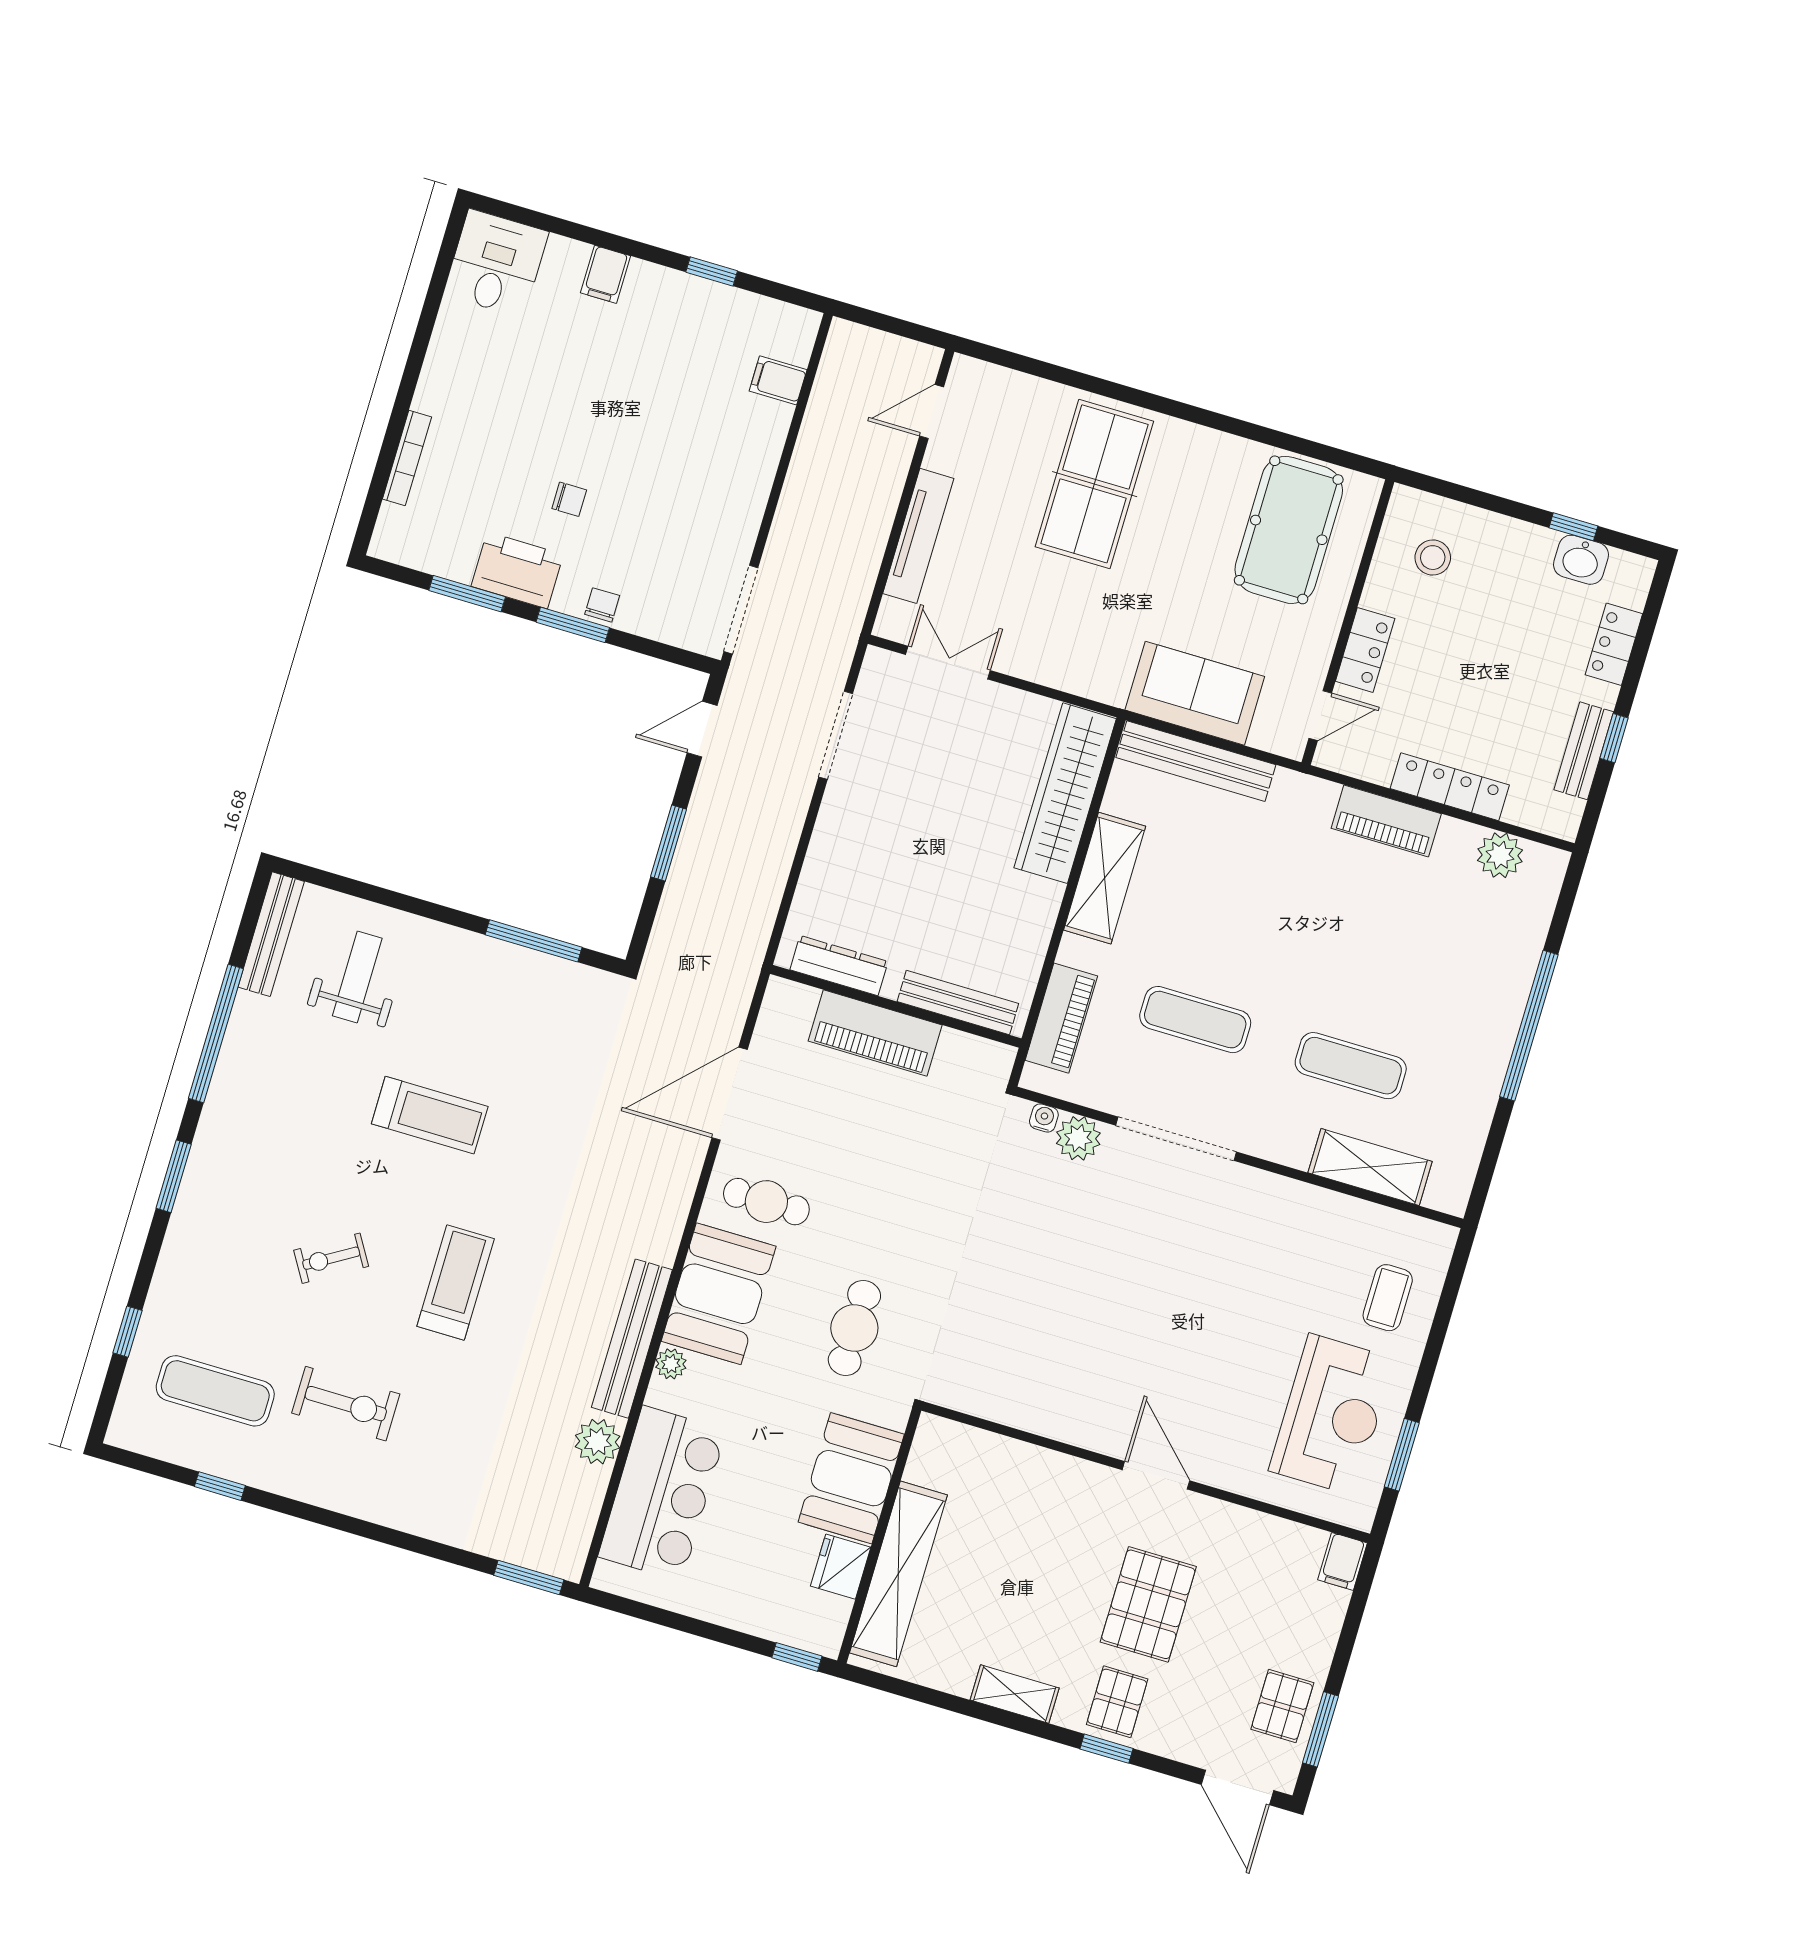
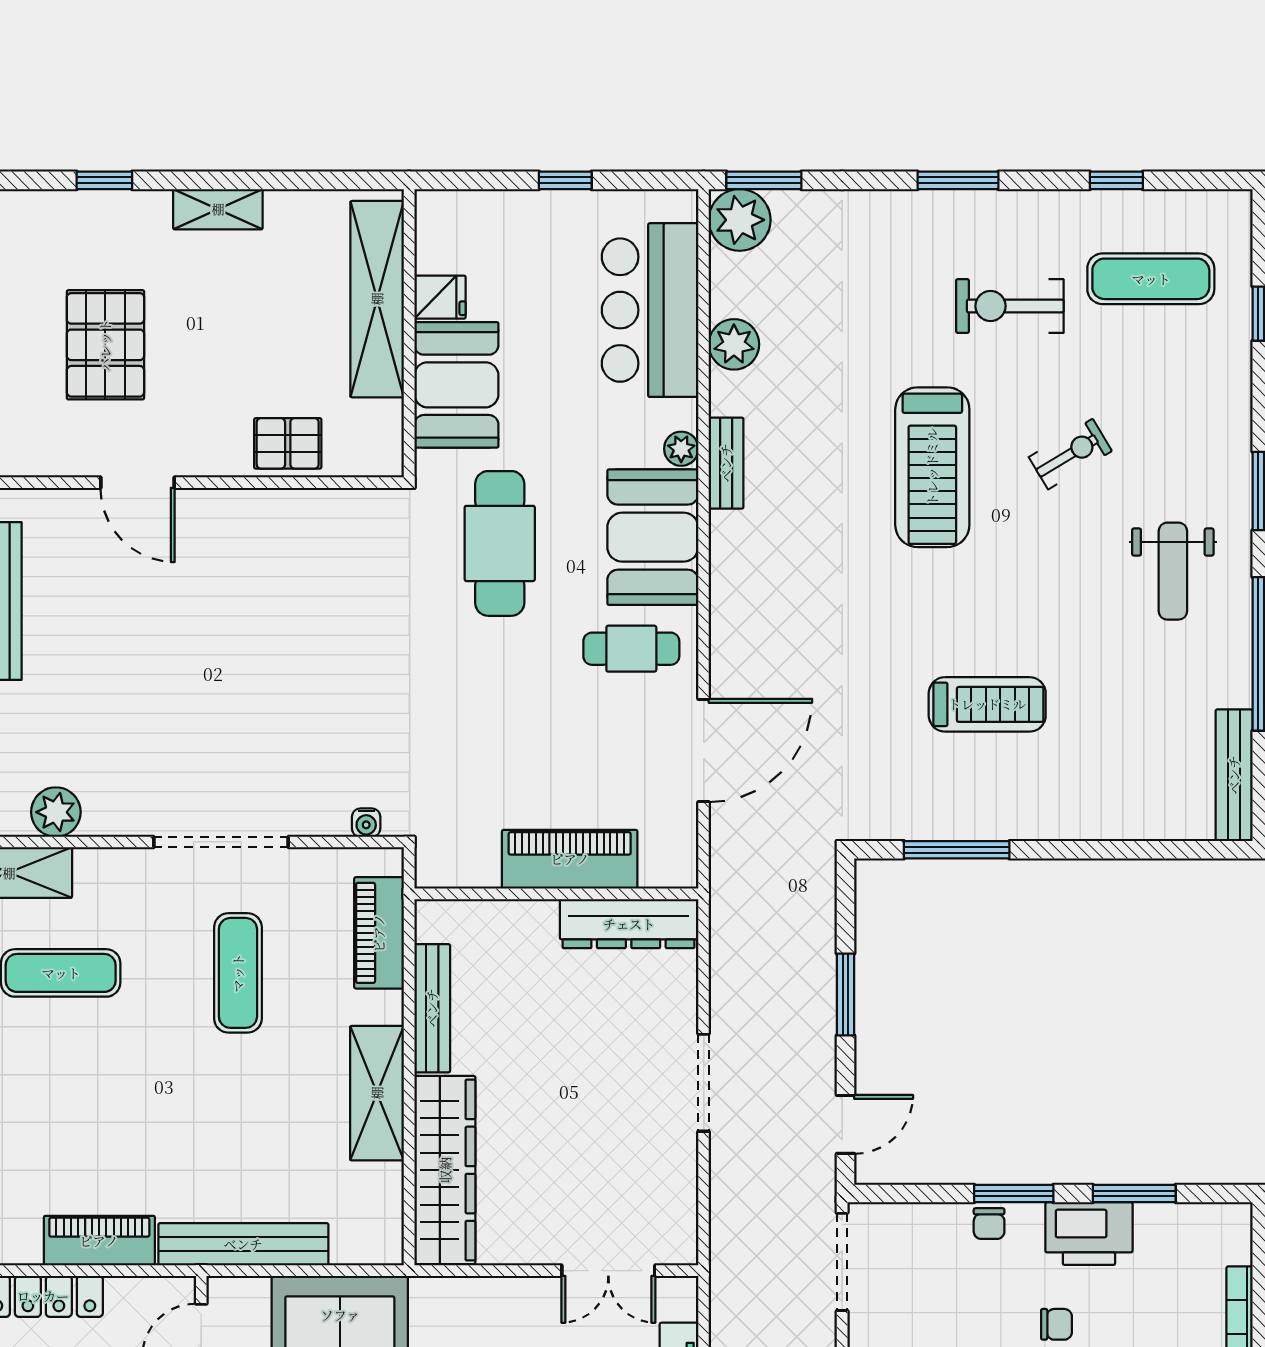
chair: (569, 499) -> (1056, 1324), turned 180
doorway: (836, 735) -> (704, 1083), moved
bench: (1196, 761) -> (243, 1244), moved
dresser: (839, 966) -> (629, 924), width x1.37, depth x1.24
weight bench: (357, 977) -> (1173, 571), moved
bench: (958, 1003) -> (432, 1008), moved, turned 90
exercise mat: (1195, 1020) -> (238, 973), turned 90
treadmill: (430, 1115) -> (987, 704), moved, turned 180
plant: (1078, 1138) -> (56, 812), moved
treadmill: (456, 1282) -> (932, 467), width x1.37, depth x1.38
cafe table: (854, 1328) -> (500, 543), width x1.37, depth x1.35
bench: (632, 1339) -> (726, 463), width x0.54, depth x0.82
window: (359, 1527) -> (958, 180), added
plant: (560, 1549) -> (740, 220), added
fridge: (841, 1567) -> (440, 297), width x0.72
window: (797, 1657) -> (565, 180), moved
pallet: (1117, 1702) -> (288, 443), moved, turned 90

